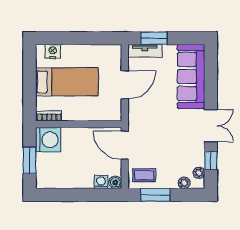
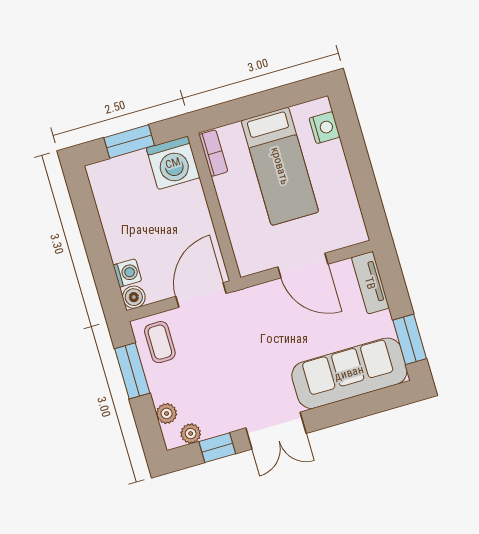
window: (154, 38) -> (410, 339), moved

